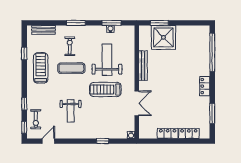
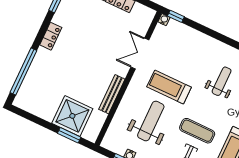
weight bench: (107, 60) -> (151, 121), turned 180
treadmill: (105, 89) -> (169, 87), turned 180
window: (103, 141) -> (176, 16), moved

